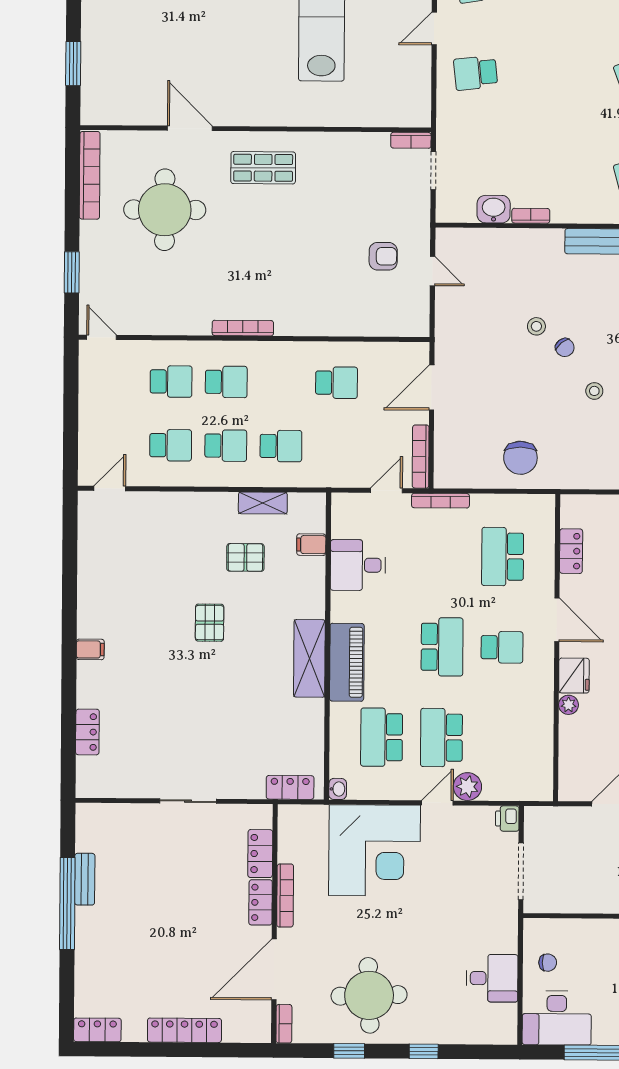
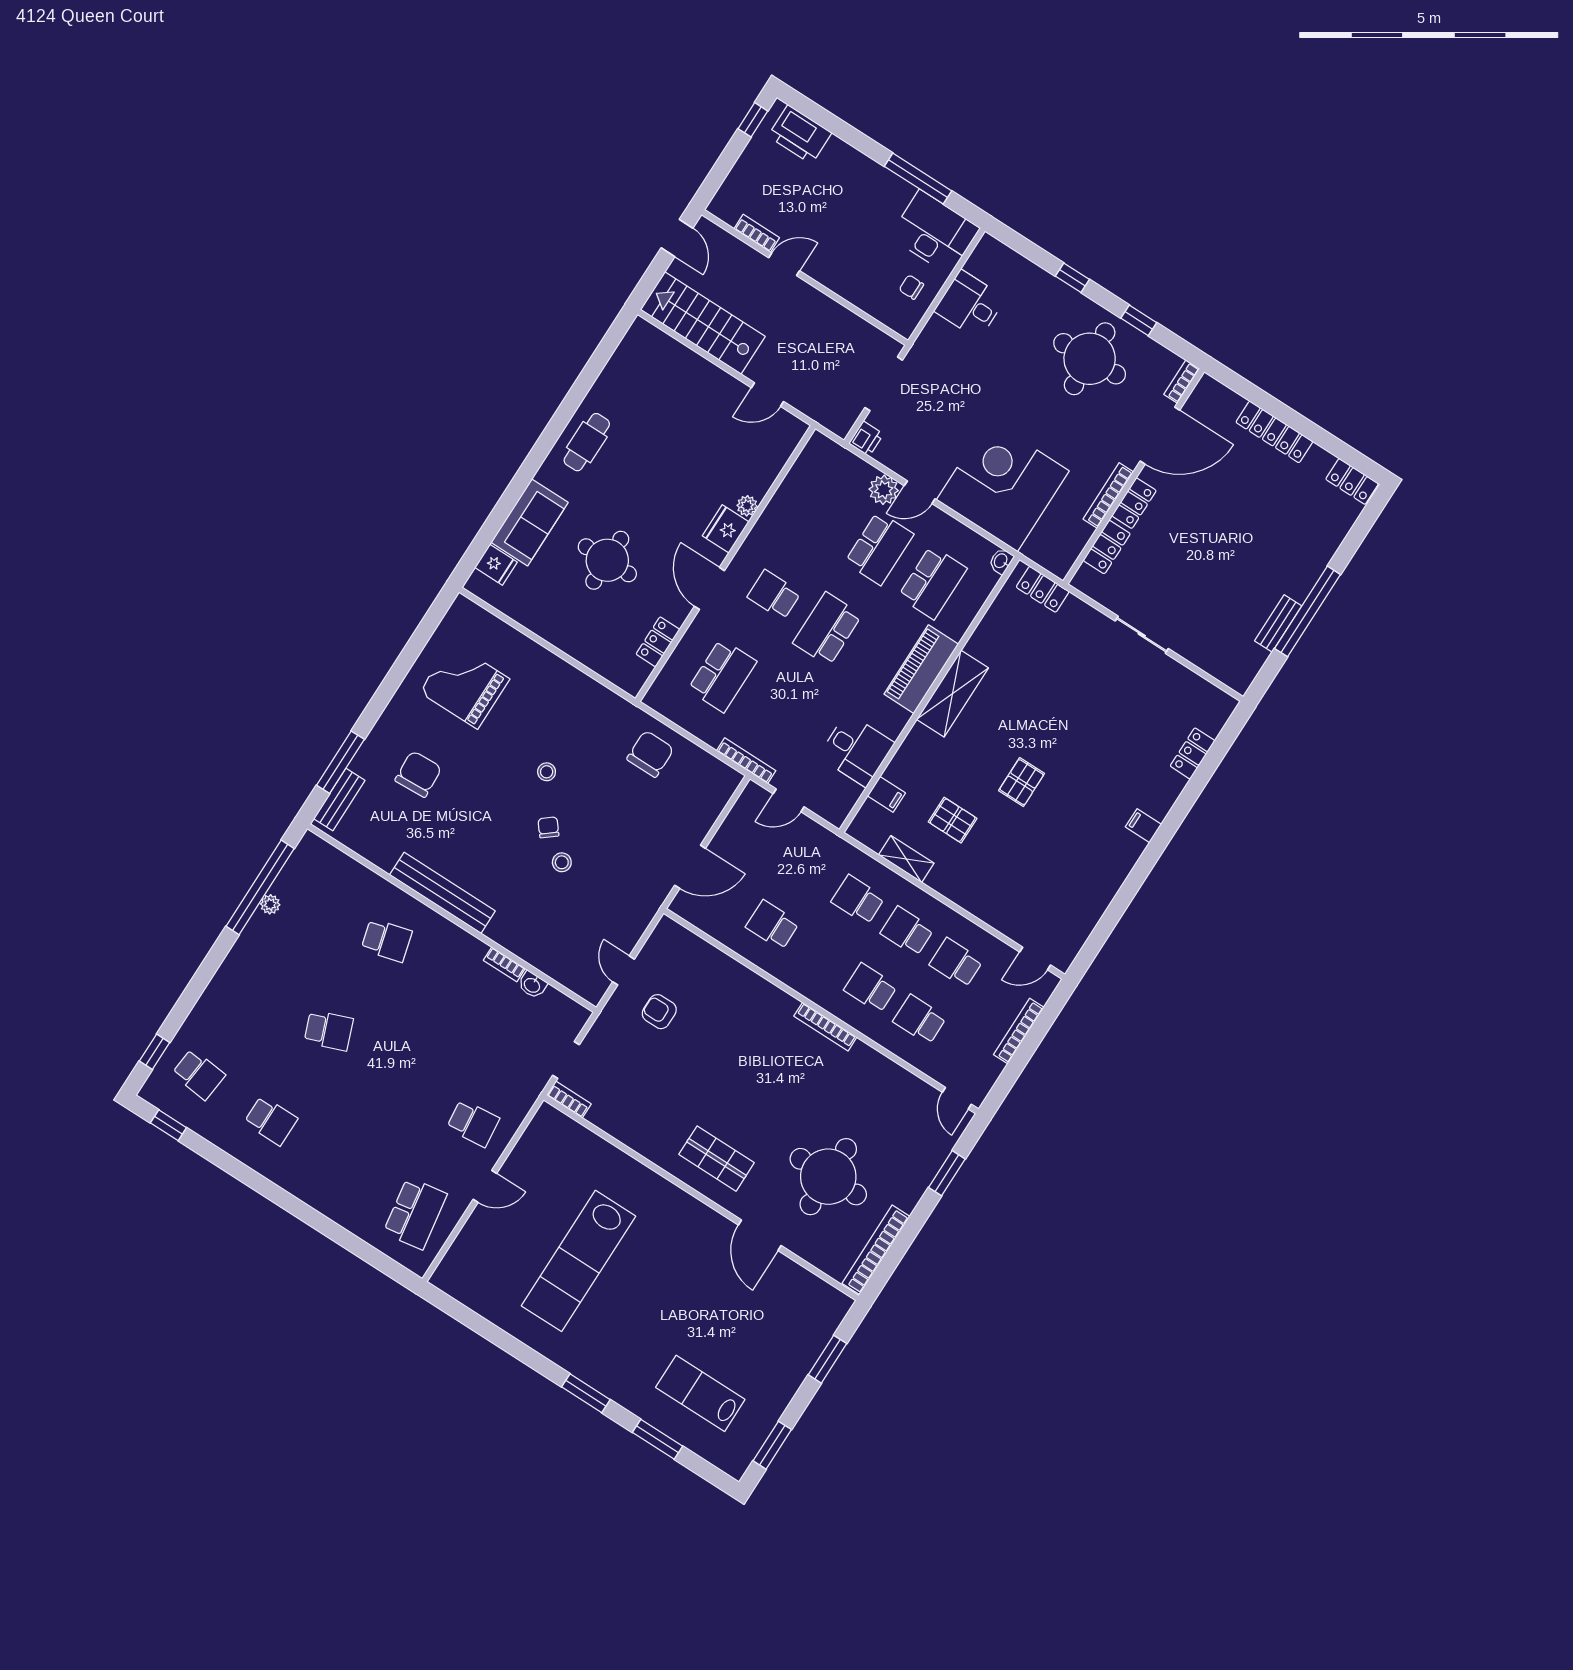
washbasin: (494, 209) -> (532, 985), width x0.72, depth x0.69
bookcase: (421, 457) -> (1019, 1031), moved, turned 180

